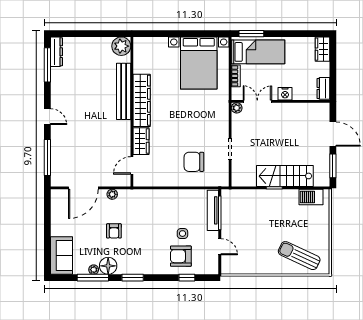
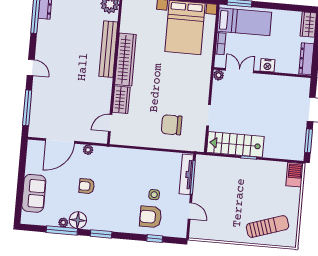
dresser: (323, 88) -> (306, 59), width x1.44
stairs: (285, 176) -> (235, 144), moved
barbecue: (311, 197) -> (295, 175), moved, turned 90
armchair: (114, 231) -> (87, 186), turned 90
sofa: (62, 255) -> (34, 193), moved
sun lounger: (299, 256) -> (268, 227), turned 137

